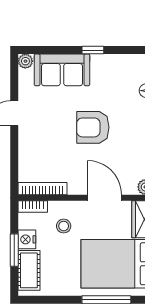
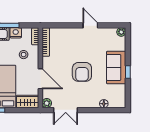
sofa: (62, 70) -> (116, 67), moved
armchair: (93, 127) -> (82, 72), turned 180
door: (104, 198) -> (40, 79), hinge flipped

